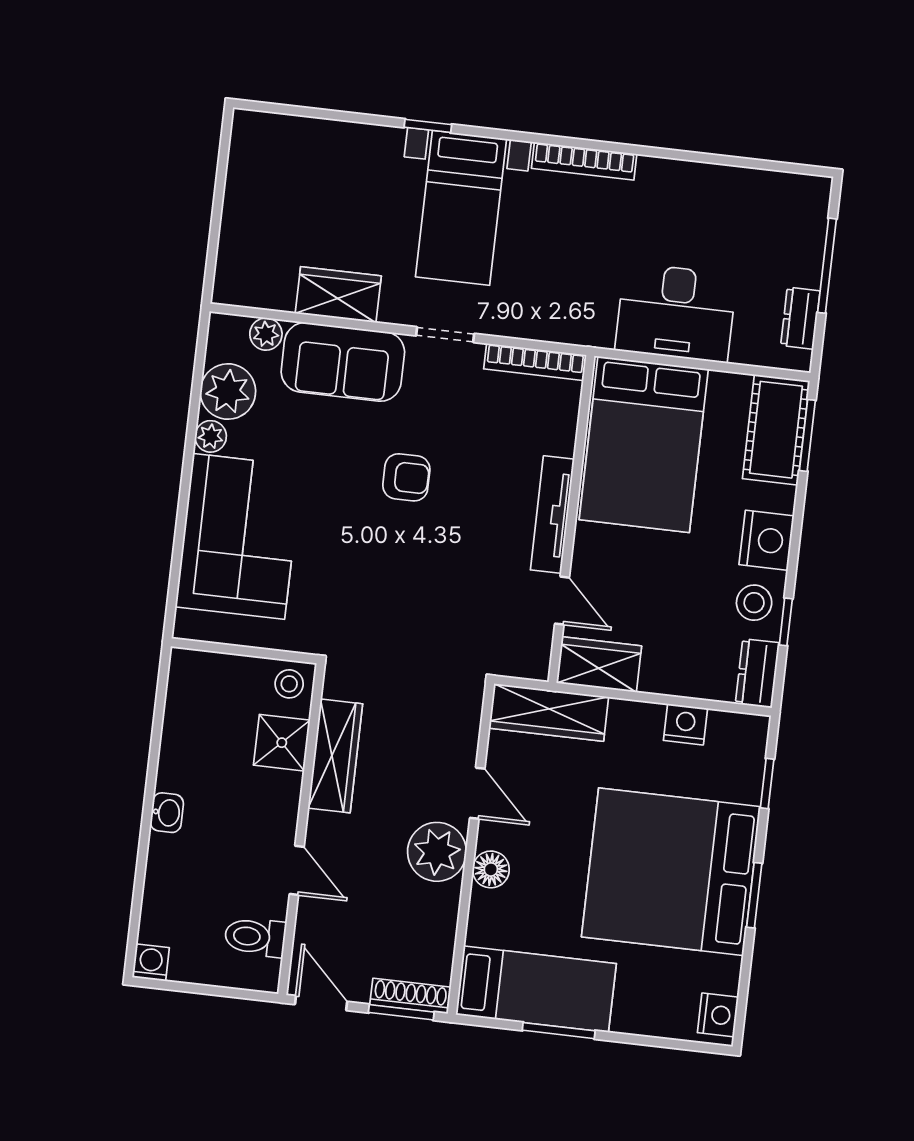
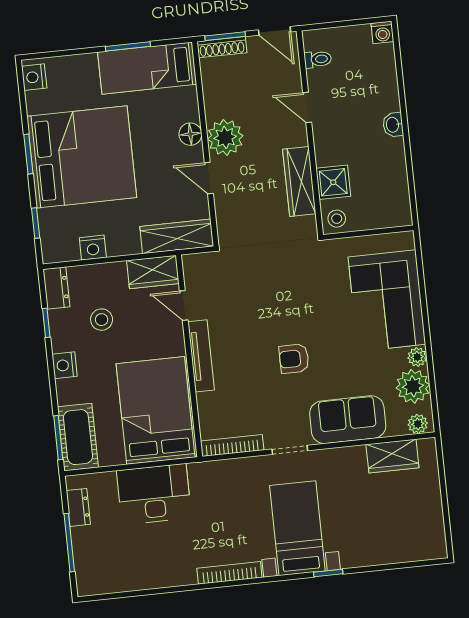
wardrobe: (338, 295) -> (392, 456), moved
plant: (266, 334) -> (418, 424), moved
nightstand: (767, 540) -> (65, 365), width x0.74, depth x0.75
stool: (754, 603) -> (102, 320), moved
toilet: (255, 937) -> (318, 59), width x0.73, depth x0.72

